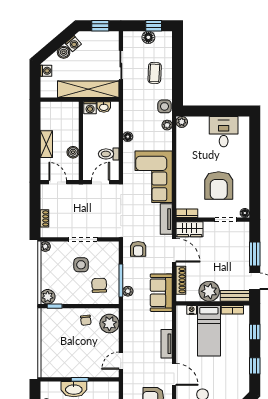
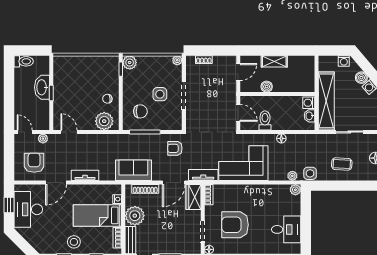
plant: (128, 291) -> (43, 139), moved
stool: (237, 355) -> (74, 242), added

